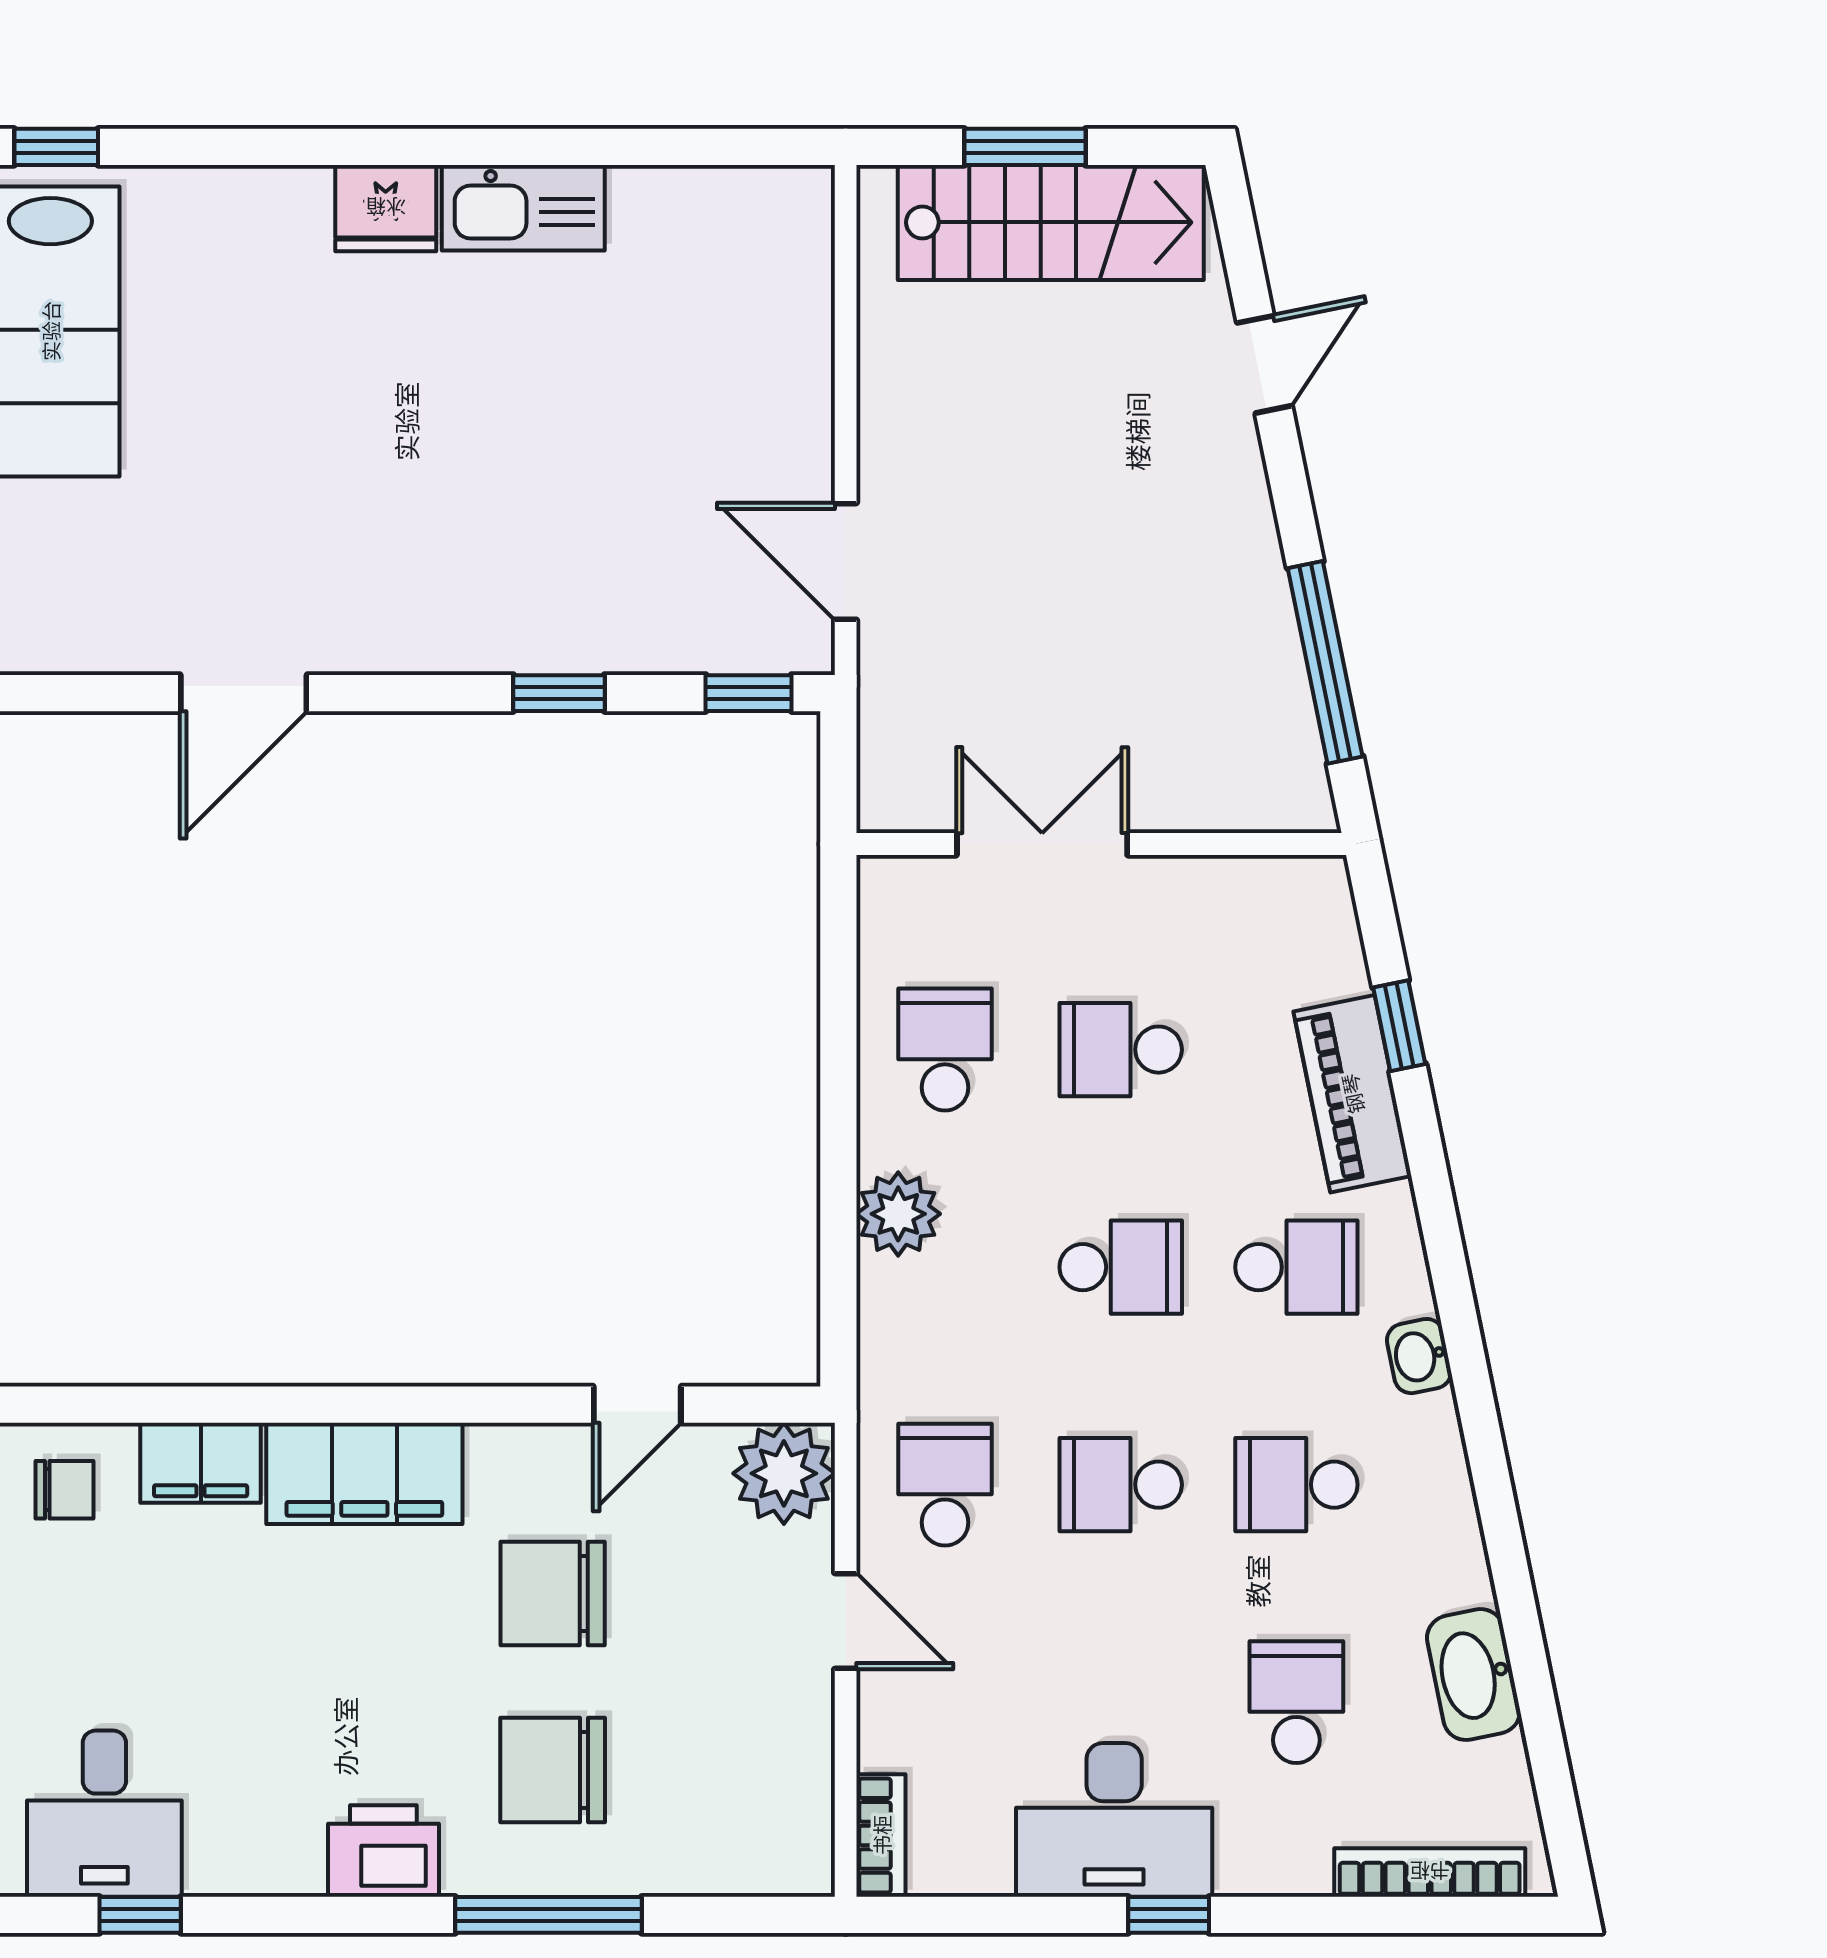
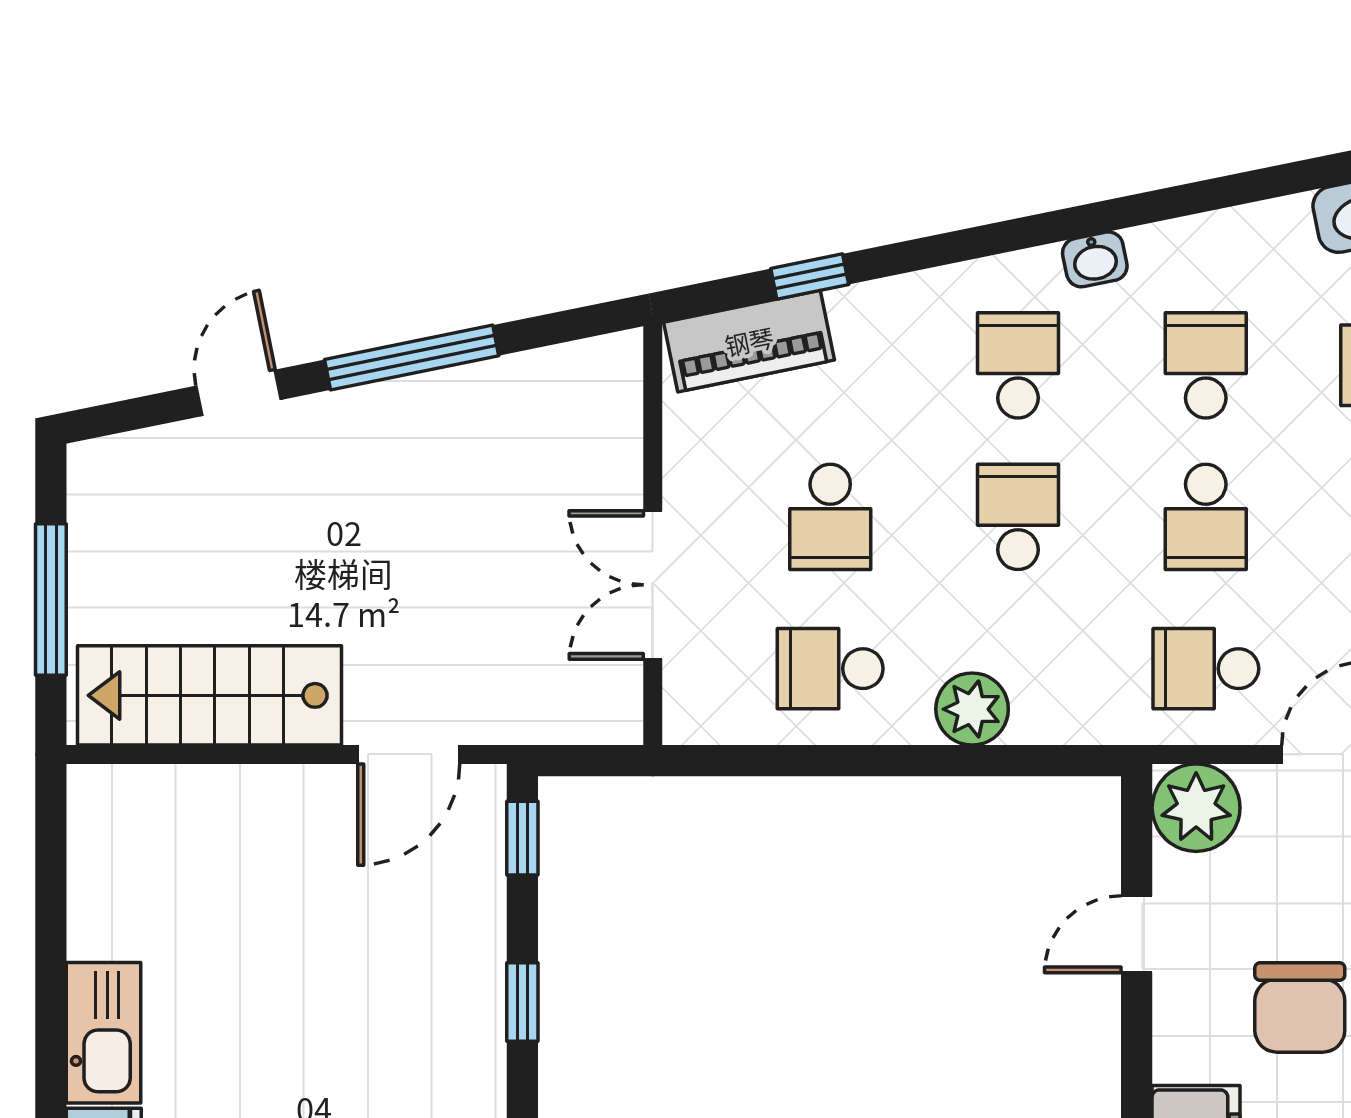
window: (1025, 147) -> (51, 600), width x1.44
stairs: (1051, 222) -> (209, 695), moved, turned -90
door: (1264, 364) -> (239, 393), hinge flipped
window: (1325, 662) -> (412, 358), moved
piano: (1352, 1094) -> (749, 341), moved
door: (637, 1405) -> (1137, 934), swing flipped
school desk: (1296, 1485) -> (1206, 365), turned 180

